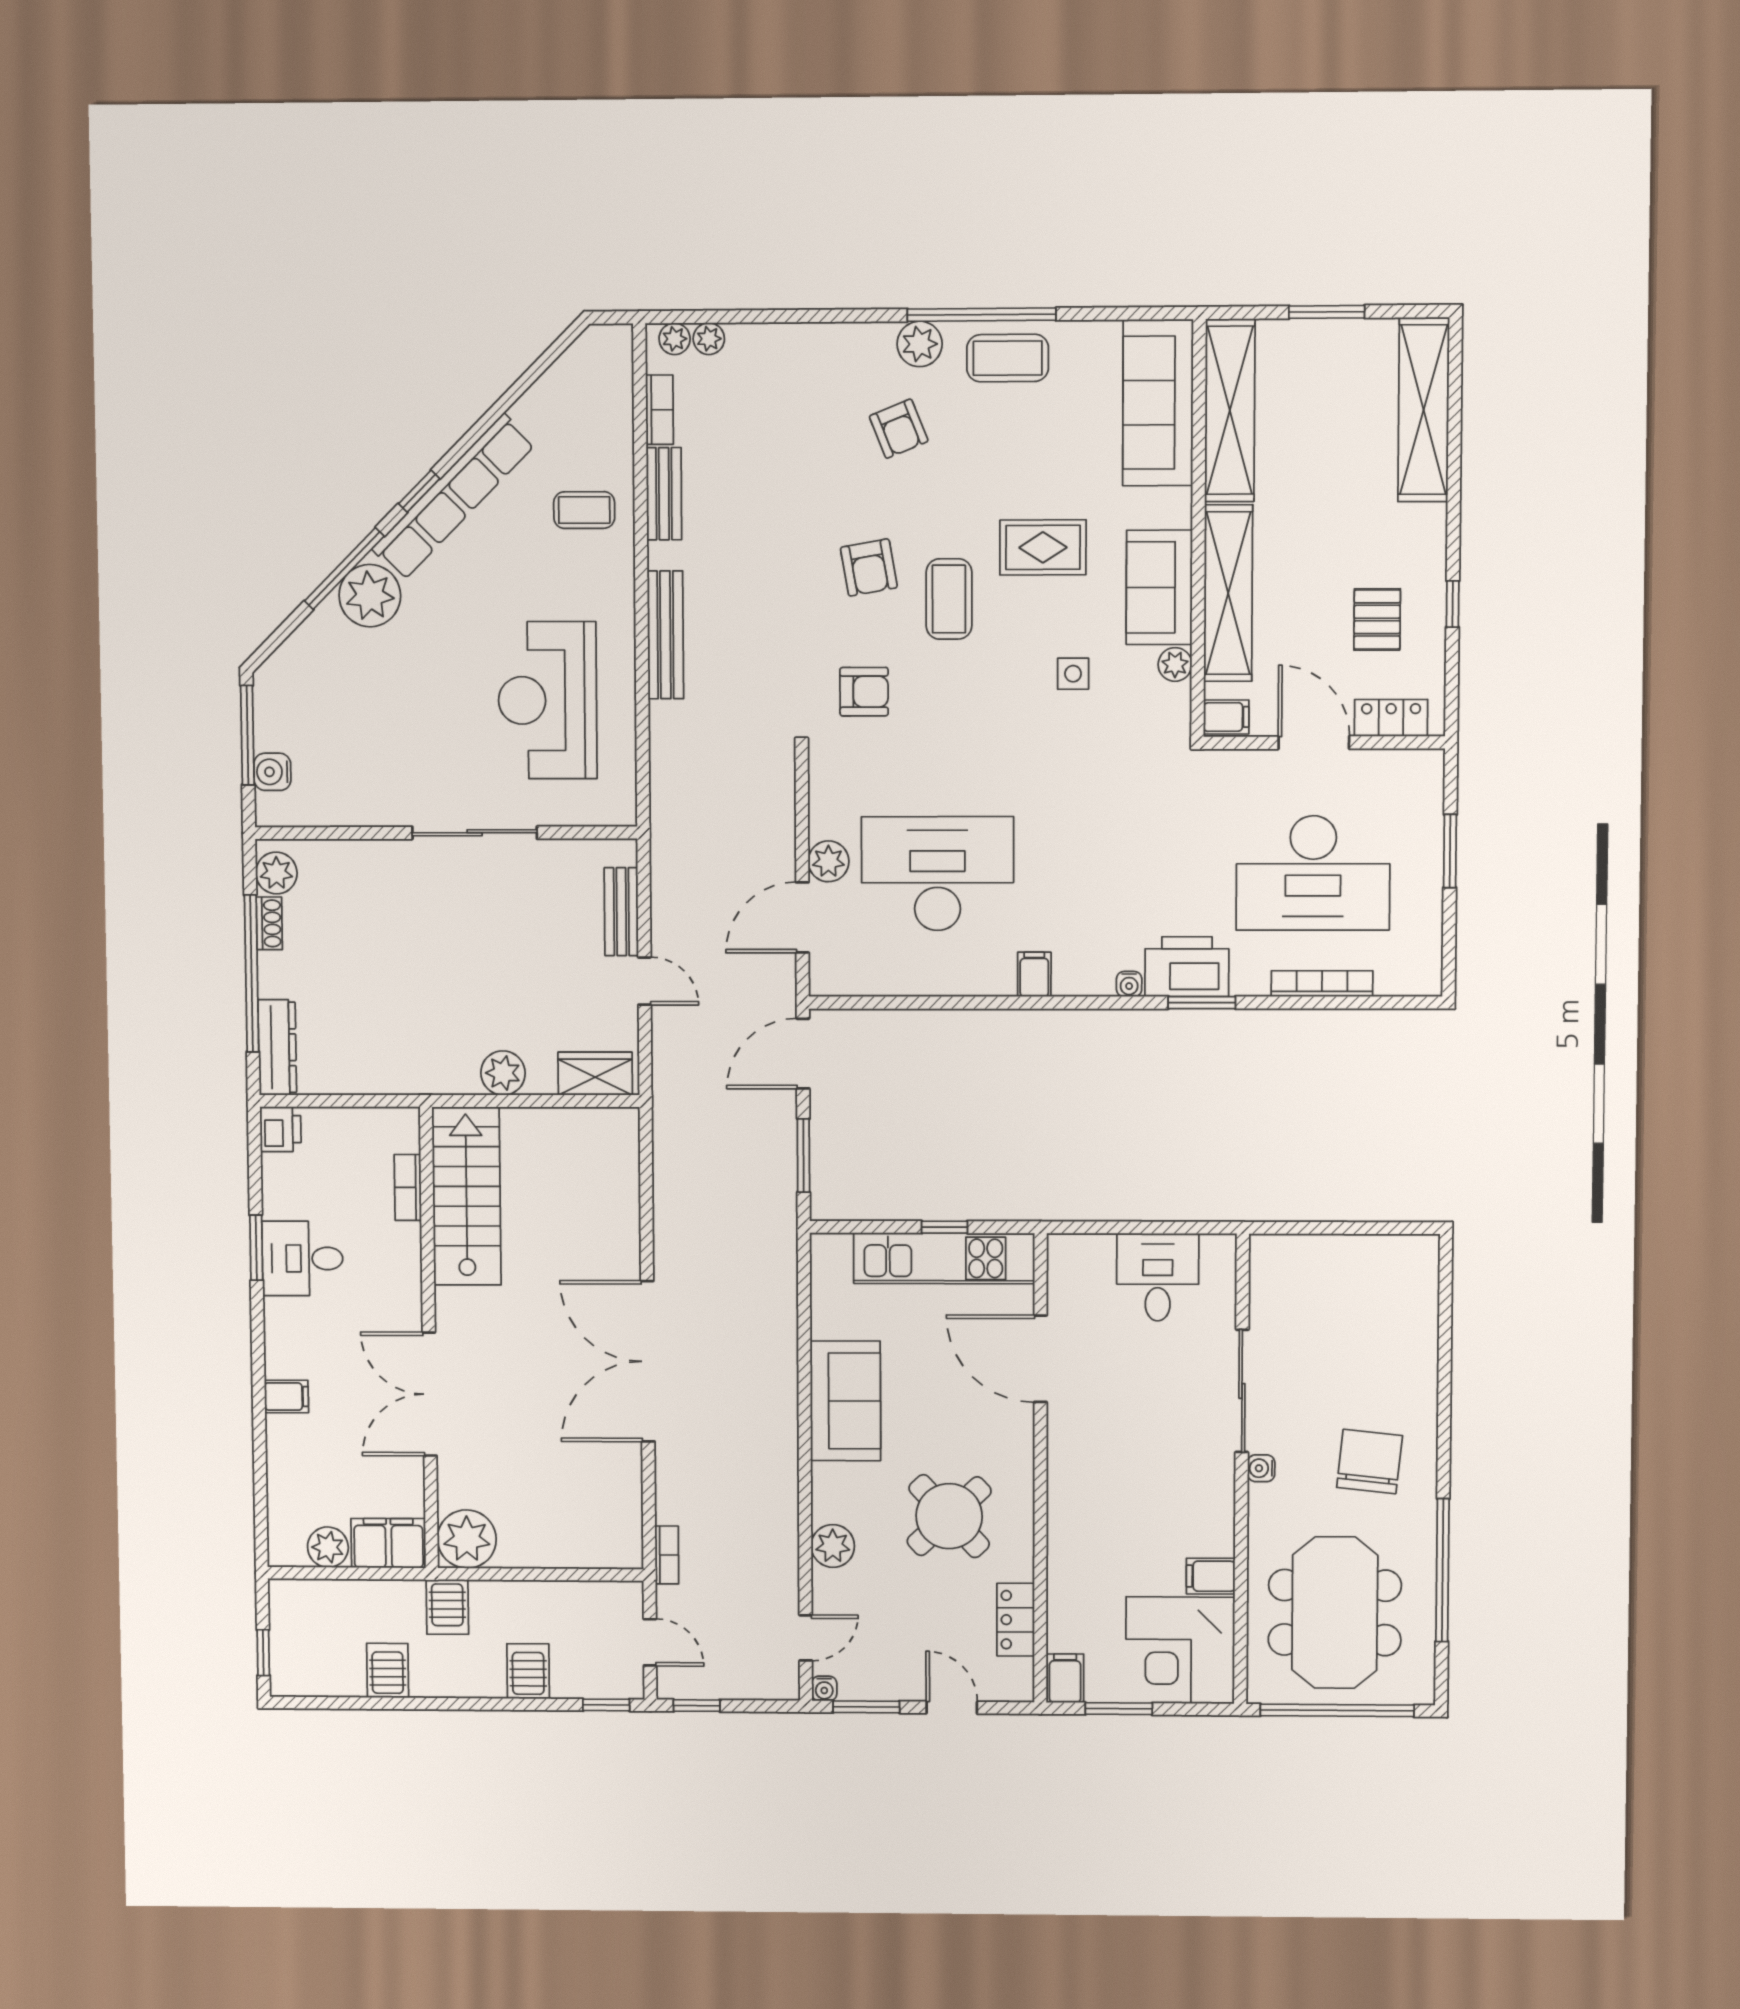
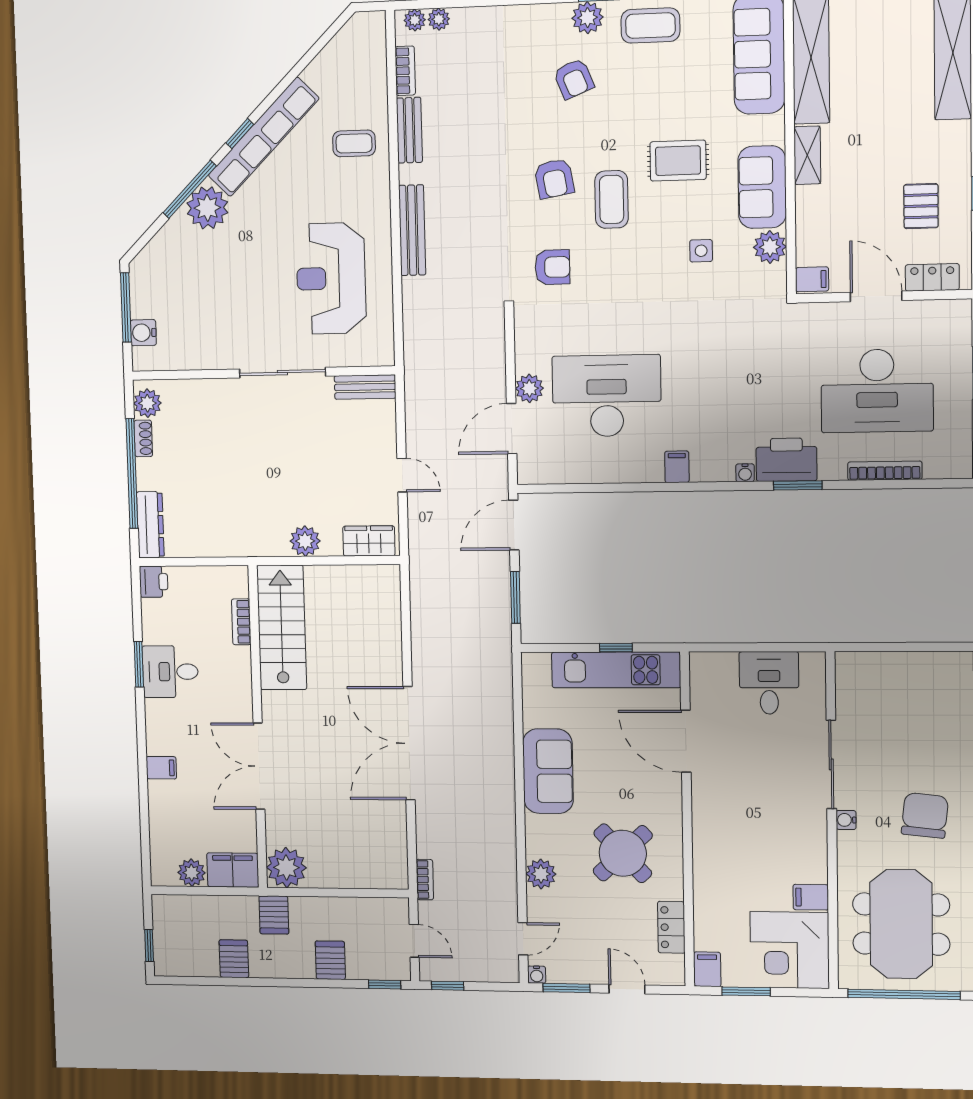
shelving: (1228, 593) -> (807, 155), width x0.45, depth x0.75
plant: (1175, 664) -> (770, 247), width x1.38, depth x1.38
bench: (621, 912) -> (365, 387), moved, turned 90

